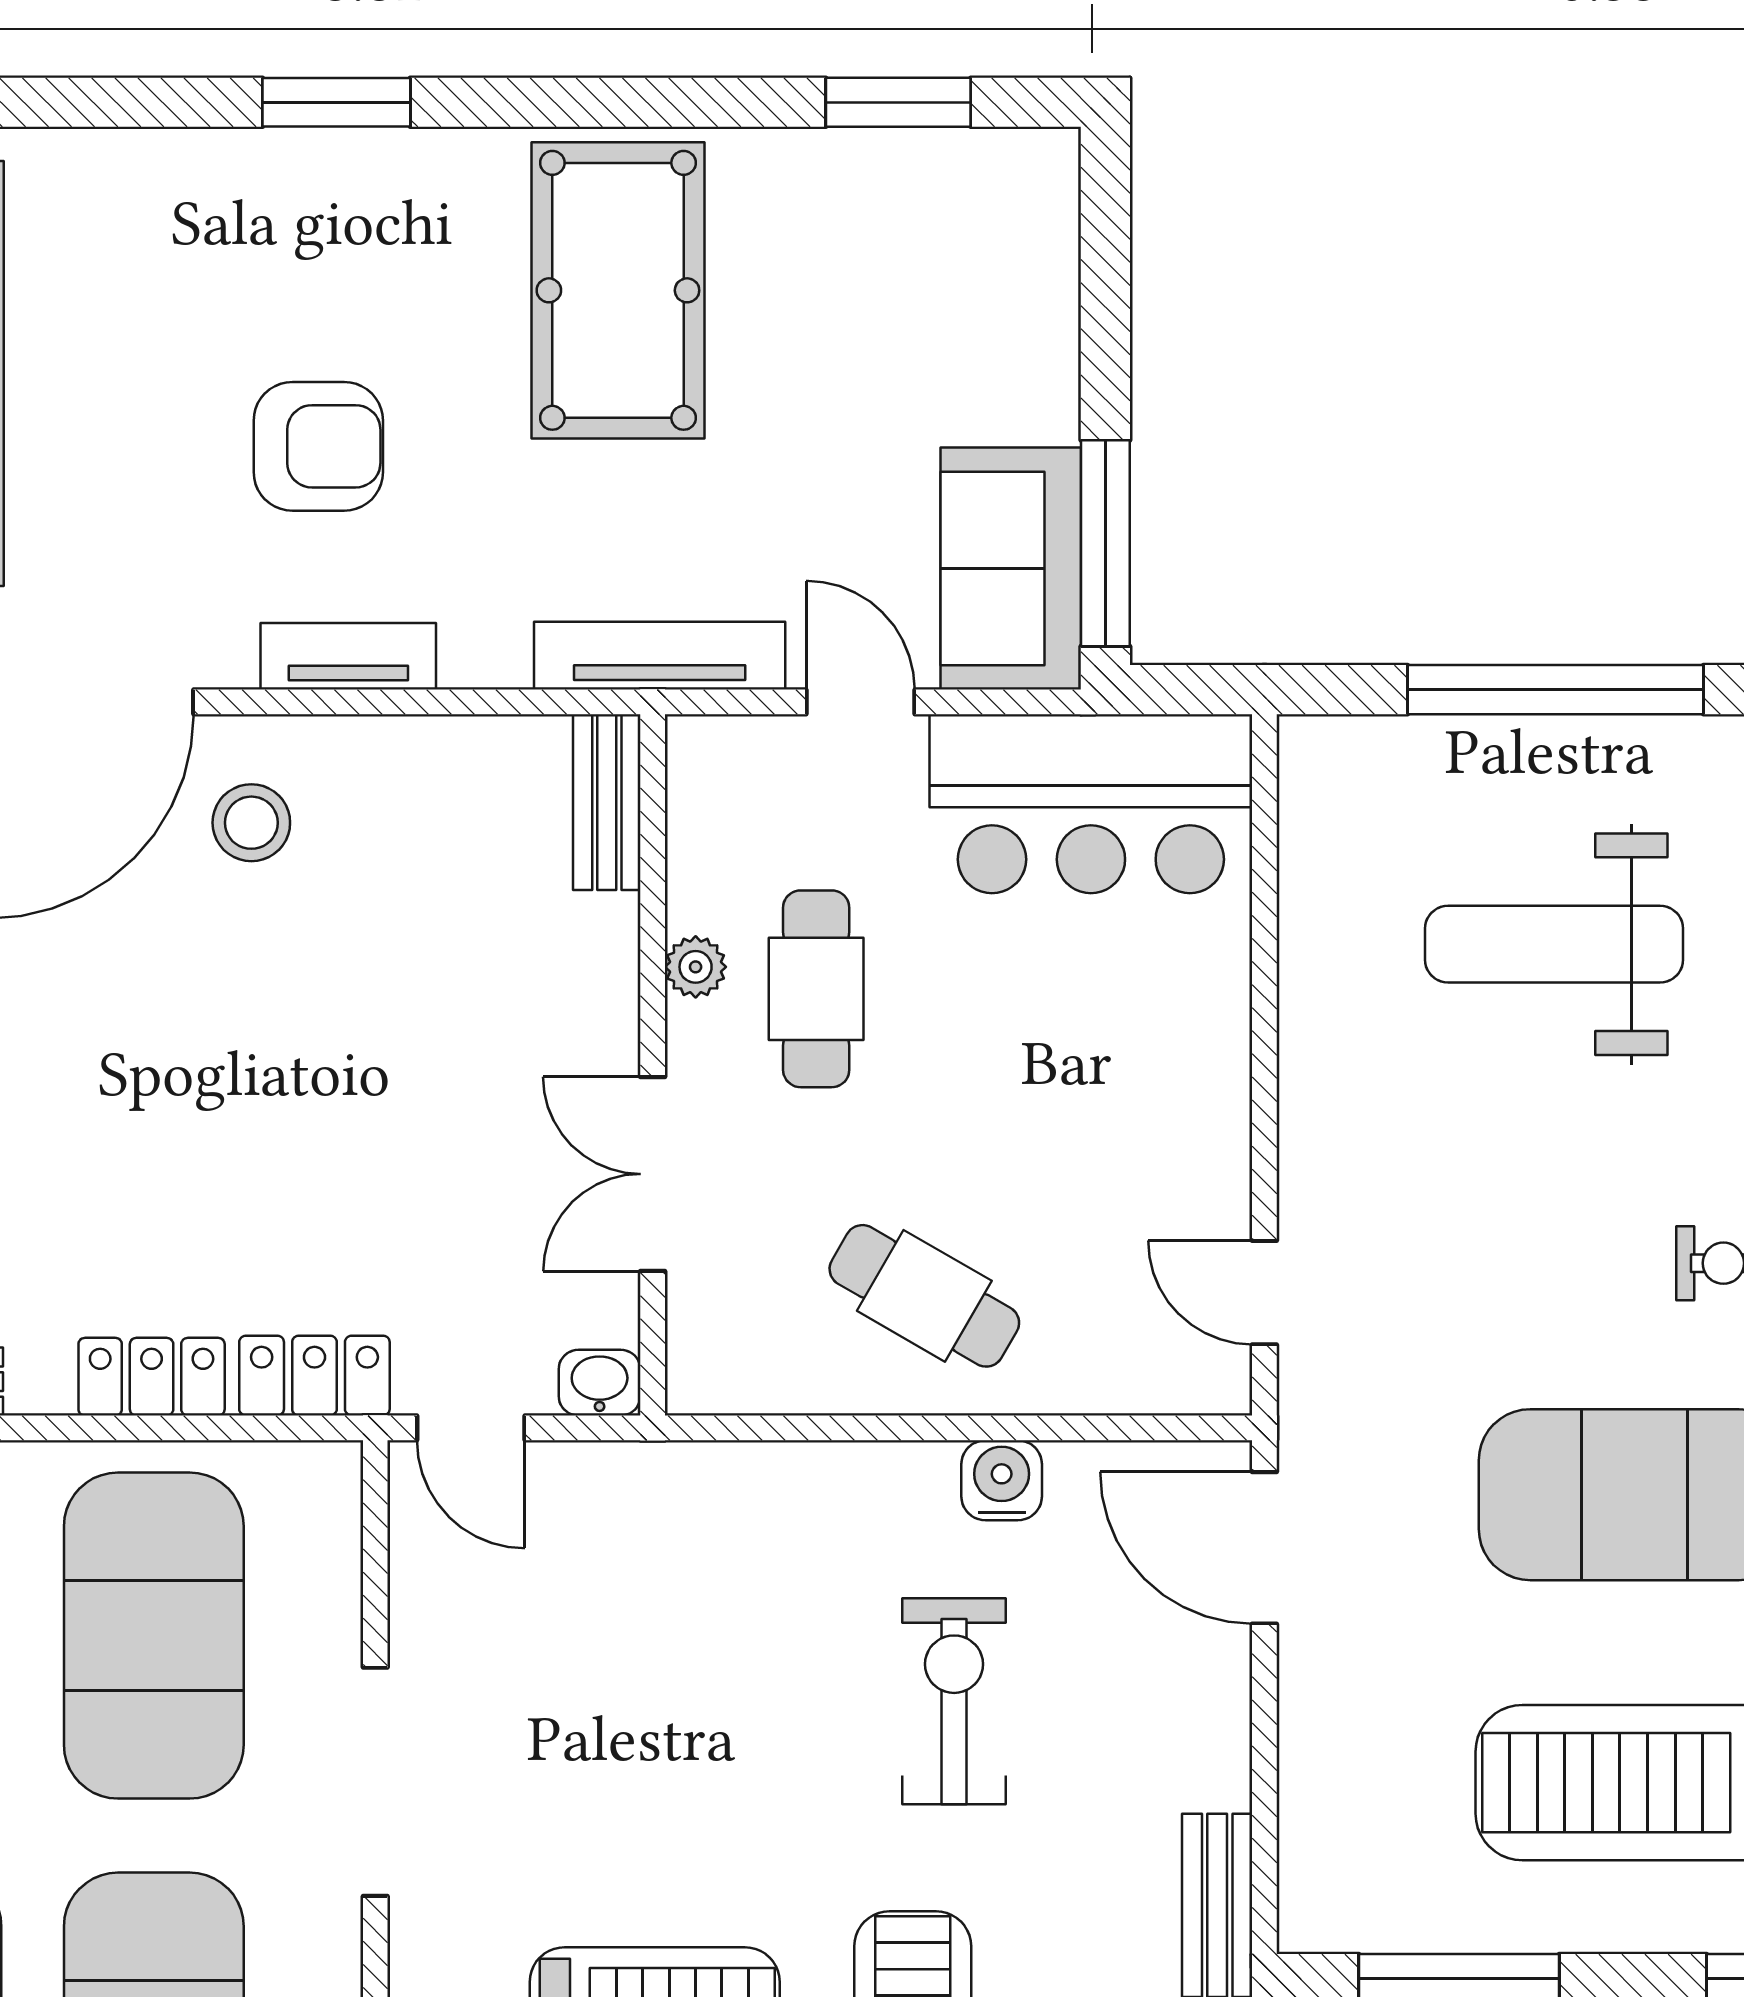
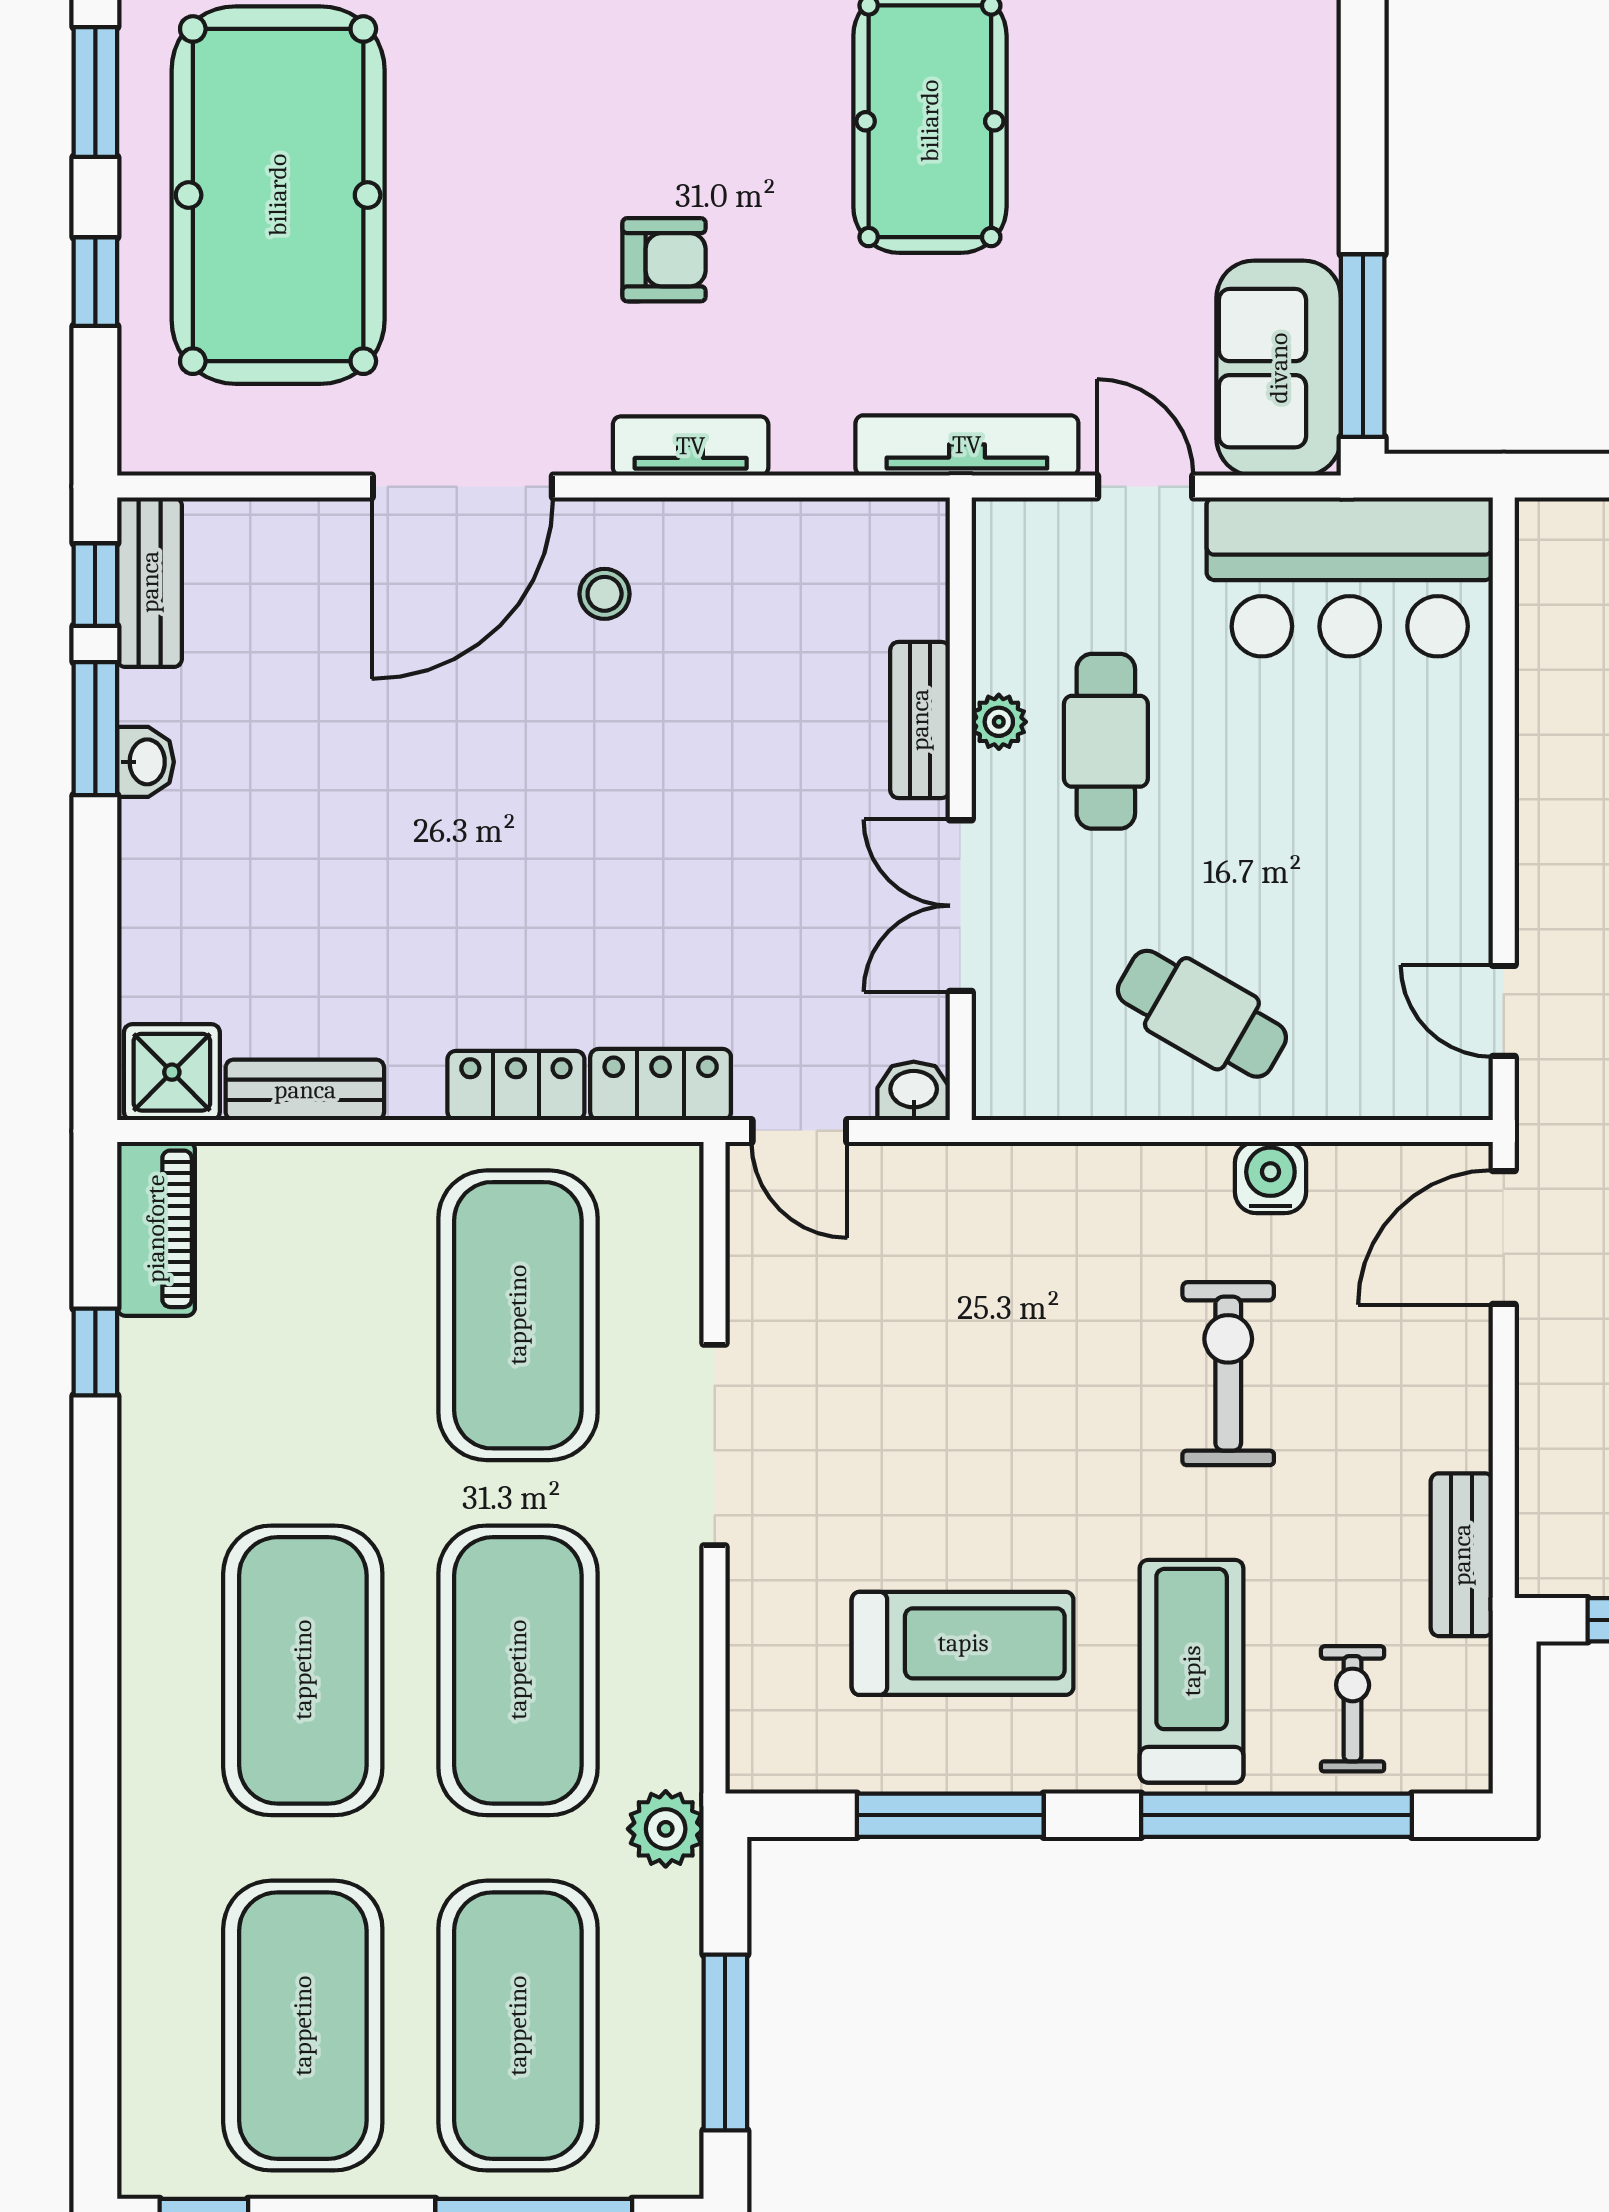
armchair: (318, 446) -> (664, 260), width x0.72, depth x0.72
bench: (607, 802) -> (920, 720), moved
stool: (251, 823) -> (605, 594), width x0.73, depth x0.73
door: (1264, 1548) -> (1504, 1237), hinge flipped

